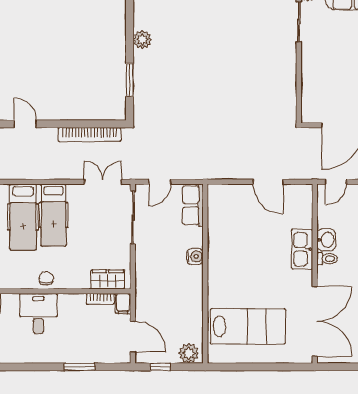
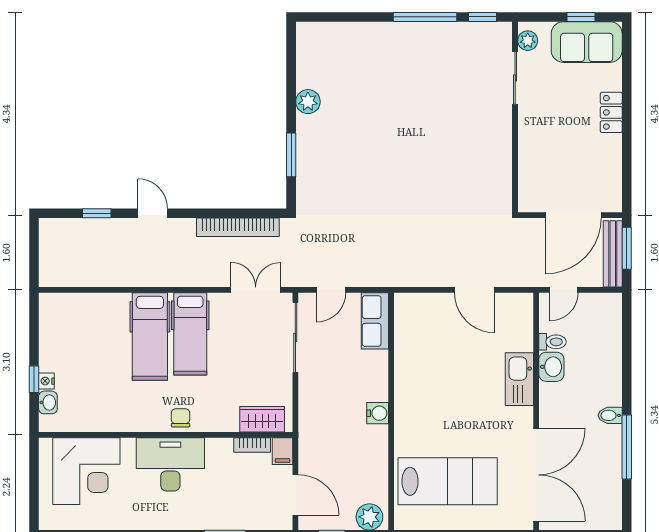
water cooler: (195, 256) -> (378, 413), moved
toilet: (327, 259) -> (552, 342), moved
desk: (38, 314) -> (170, 464), width x1.37

